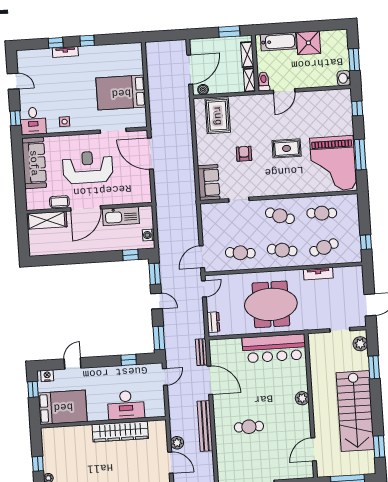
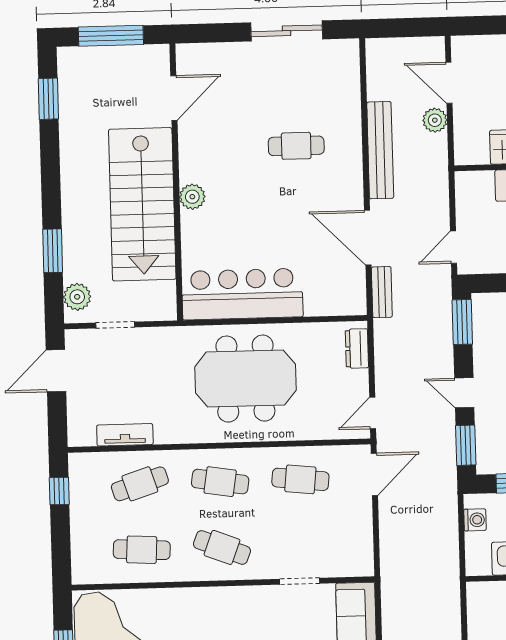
tv unit: (318, 274) -> (125, 435), moved
stairs: (355, 411) -> (142, 204), moved, turned 180

